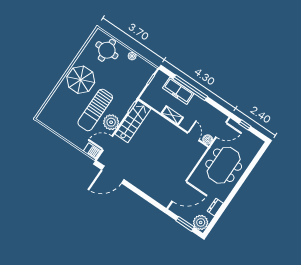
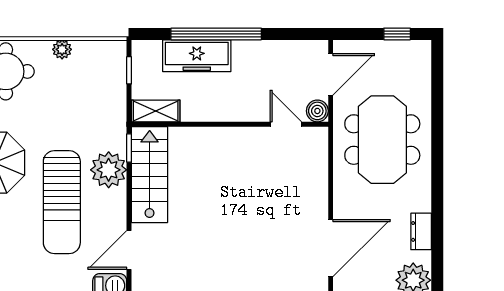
shelving: (172, 115) -> (156, 111), moved
plant: (111, 122) -> (109, 170), moved
window: (245, 125) -> (397, 34), moved

